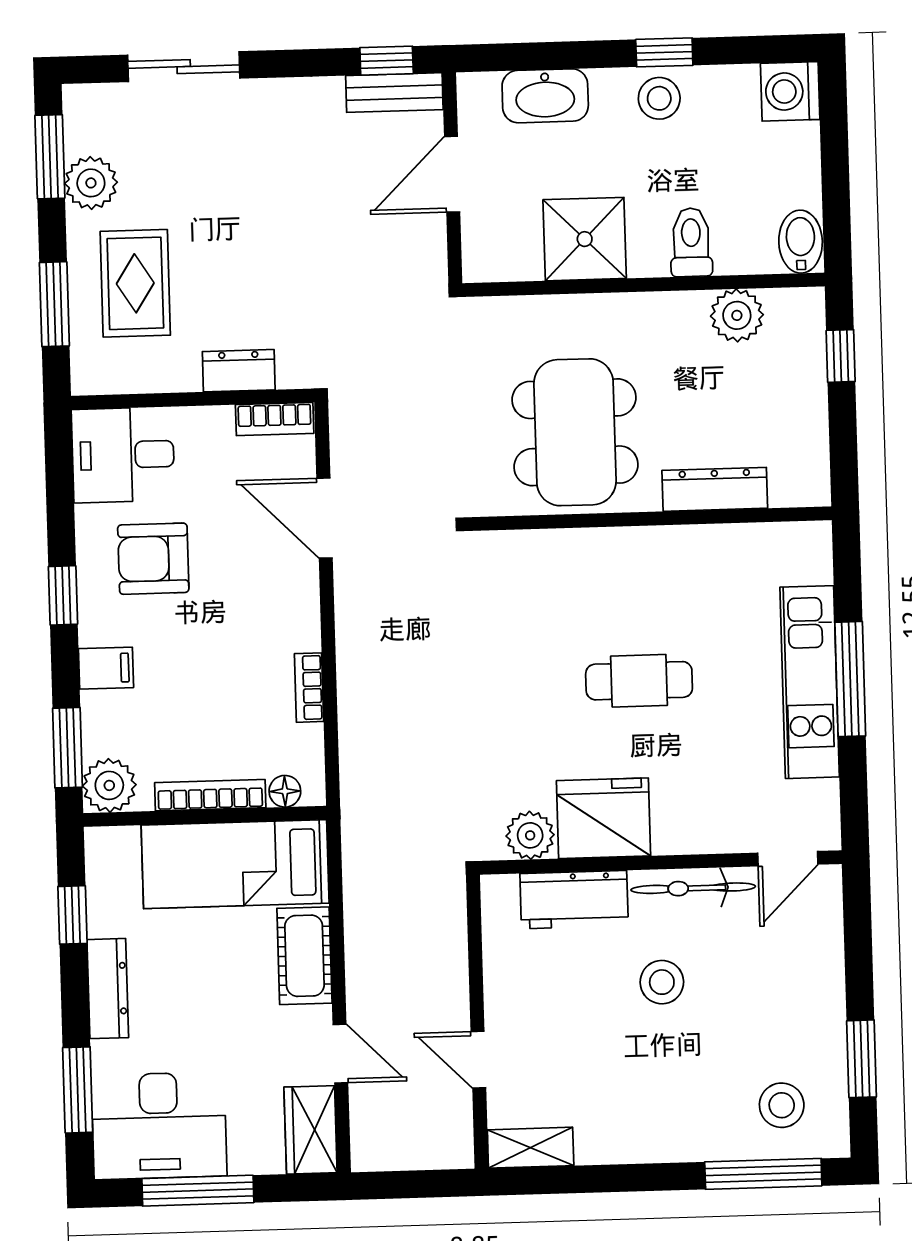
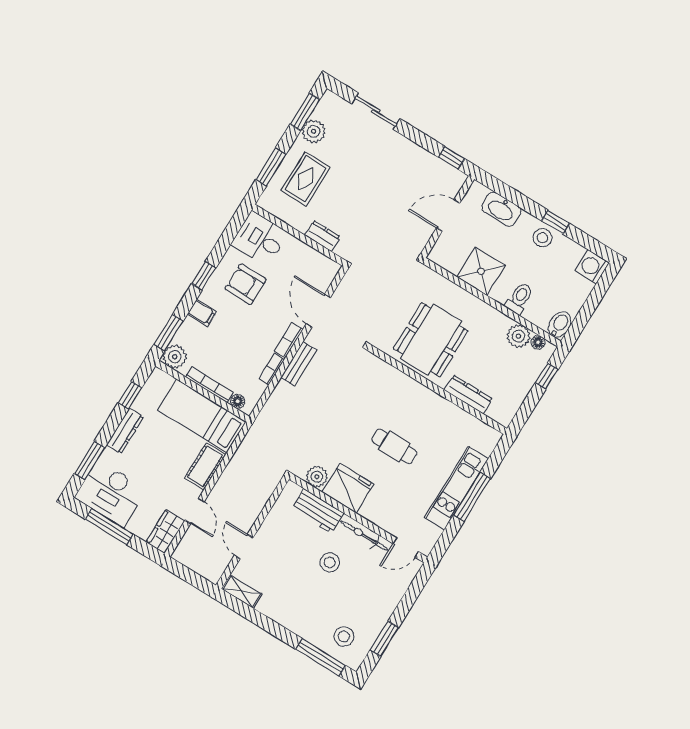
bench: (394, 93) -> (299, 364), moved, turned 90
floor lamp: (782, 303) -> (538, 342), added
bookcase: (275, 419) -> (289, 340), moved, turned 90

